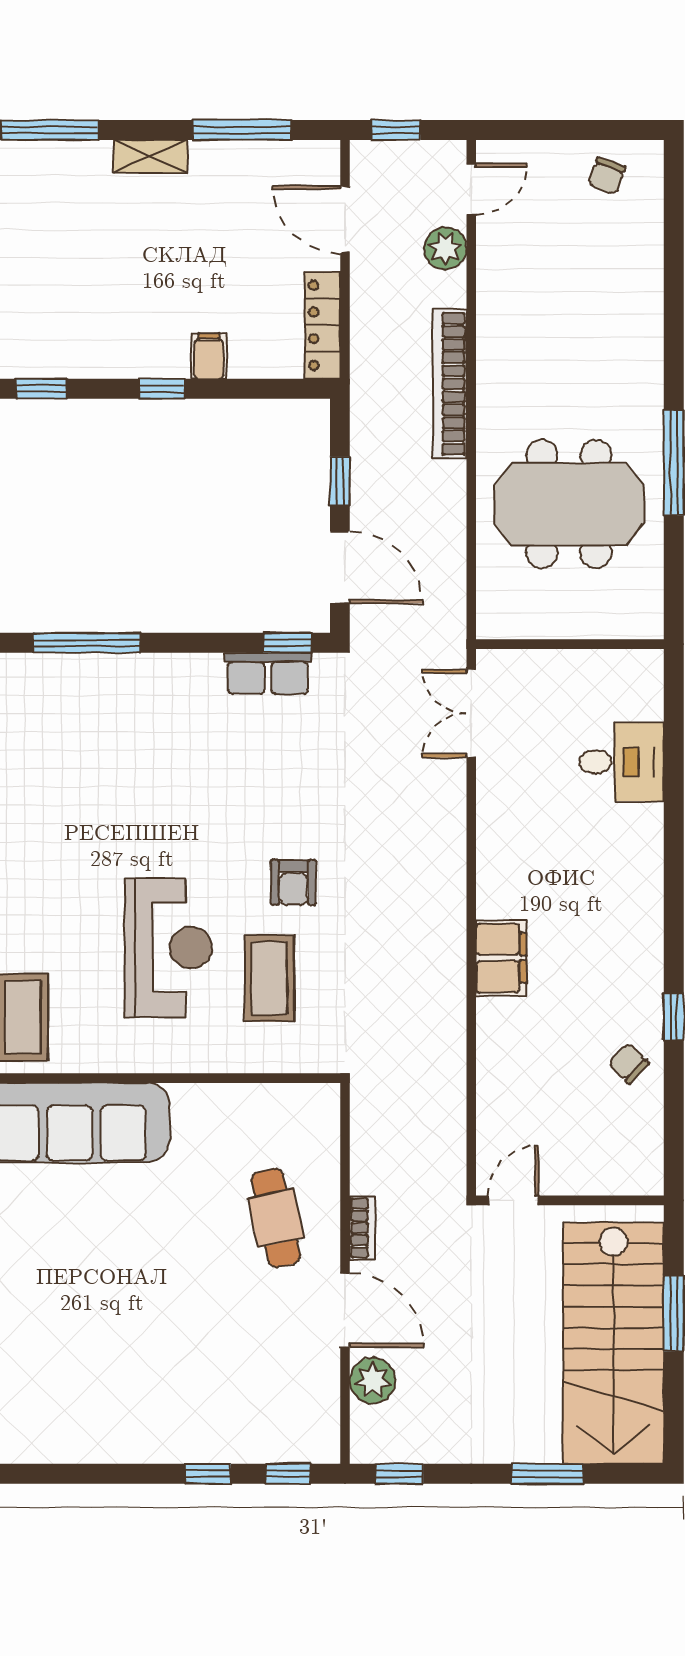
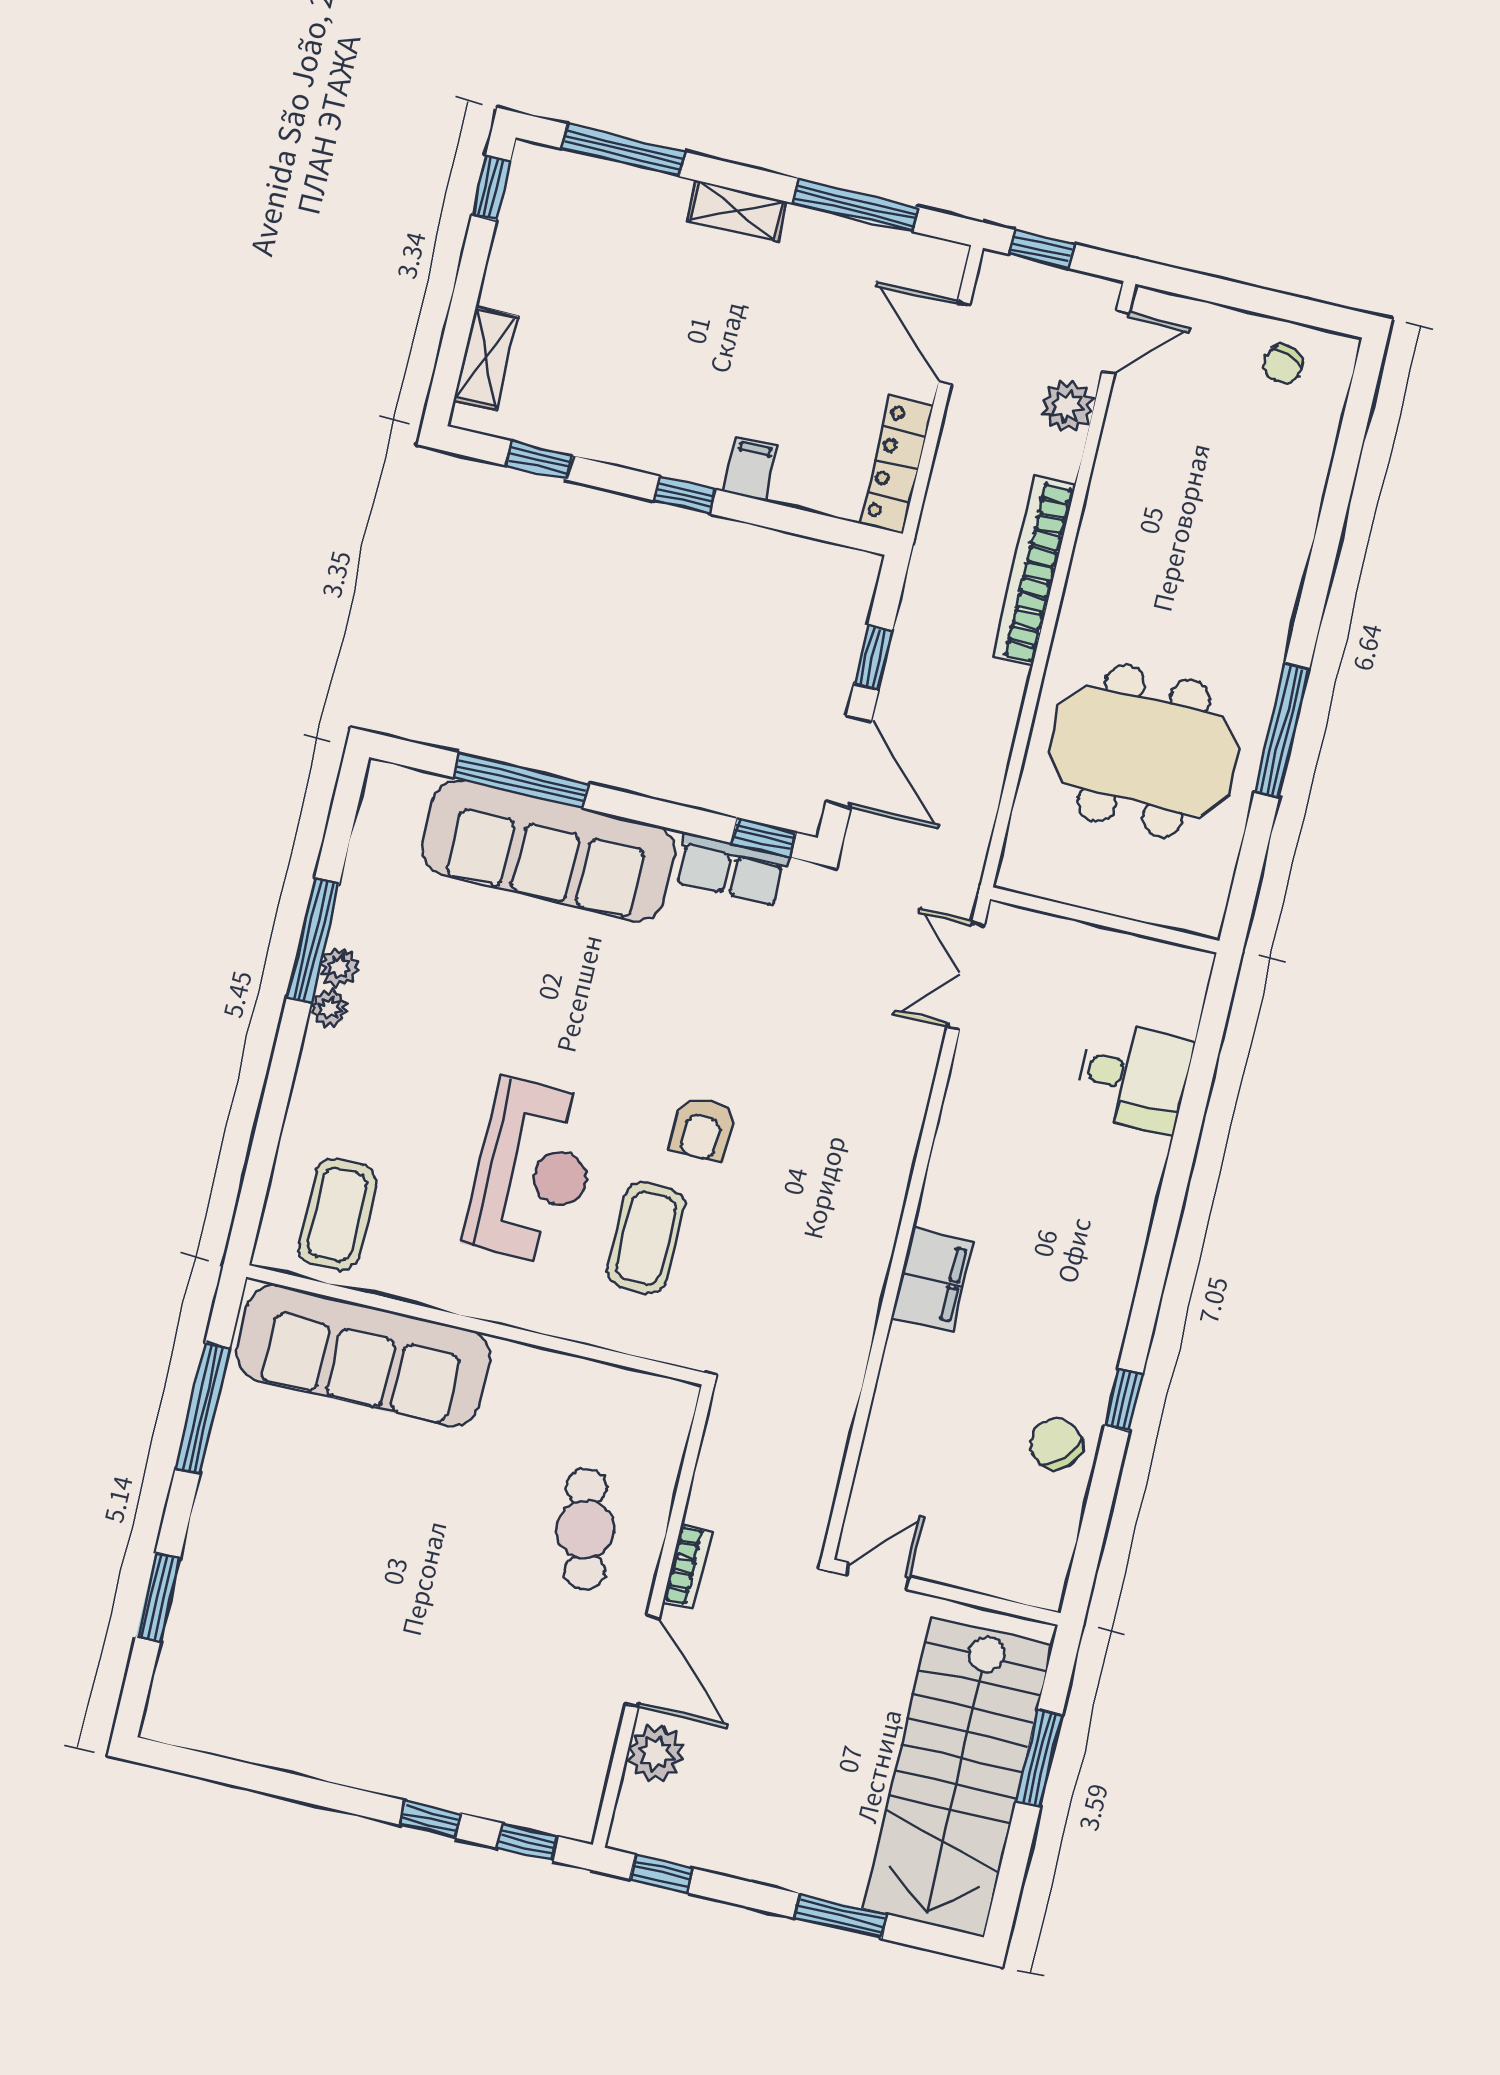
sofa: (121, 692) -> (549, 850), added
chair: (629, 1064) -> (1056, 1444), width x1.37, depth x1.37

